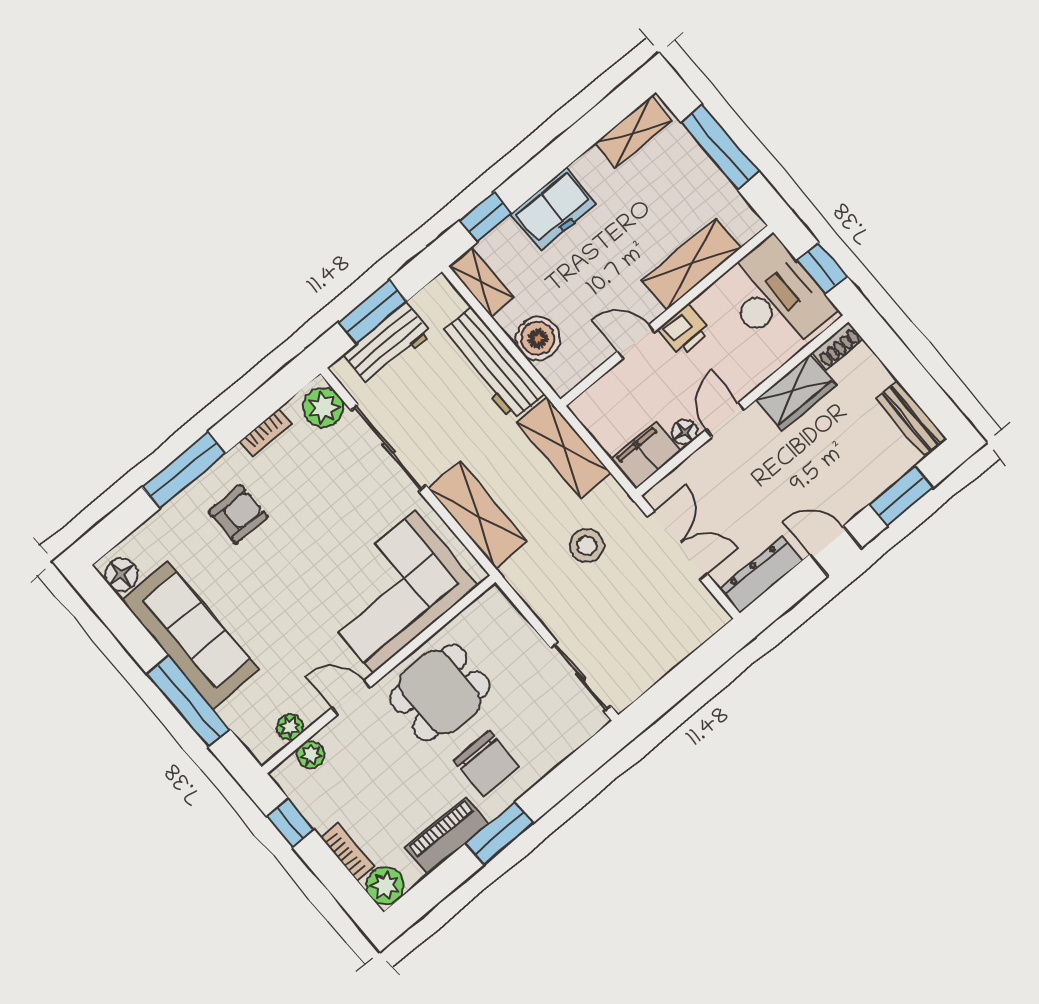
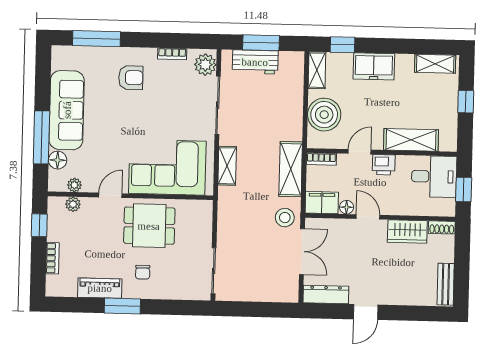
window: (720, 147) -> (466, 102), width x0.46
desk: (775, 297) -> (434, 176), width x0.73
boiler: (538, 339) -> (324, 115), width x1.37, depth x1.37
door: (636, 341) -> (360, 152), hinge flipped
workbench: (492, 364) -> (291, 108), removed
bookcase: (593, 397) -> (321, 159), added
door: (725, 420) -> (368, 217), hinge flipped
window: (184, 470) -> (96, 39), moved
window: (901, 496) -> (413, 313), removed
shelving: (478, 515) -> (227, 166), width x0.67, depth x0.75
stool: (587, 546) -> (285, 218), moved
door: (836, 551) -> (366, 312), swing flipped
floor lamp: (121, 575) -> (58, 160), moved
door: (351, 698) -> (110, 195), hinge flipped
chair: (486, 763) -> (143, 272), width x0.54, depth x0.54
plant: (385, 886) -> (56, 286), removed

